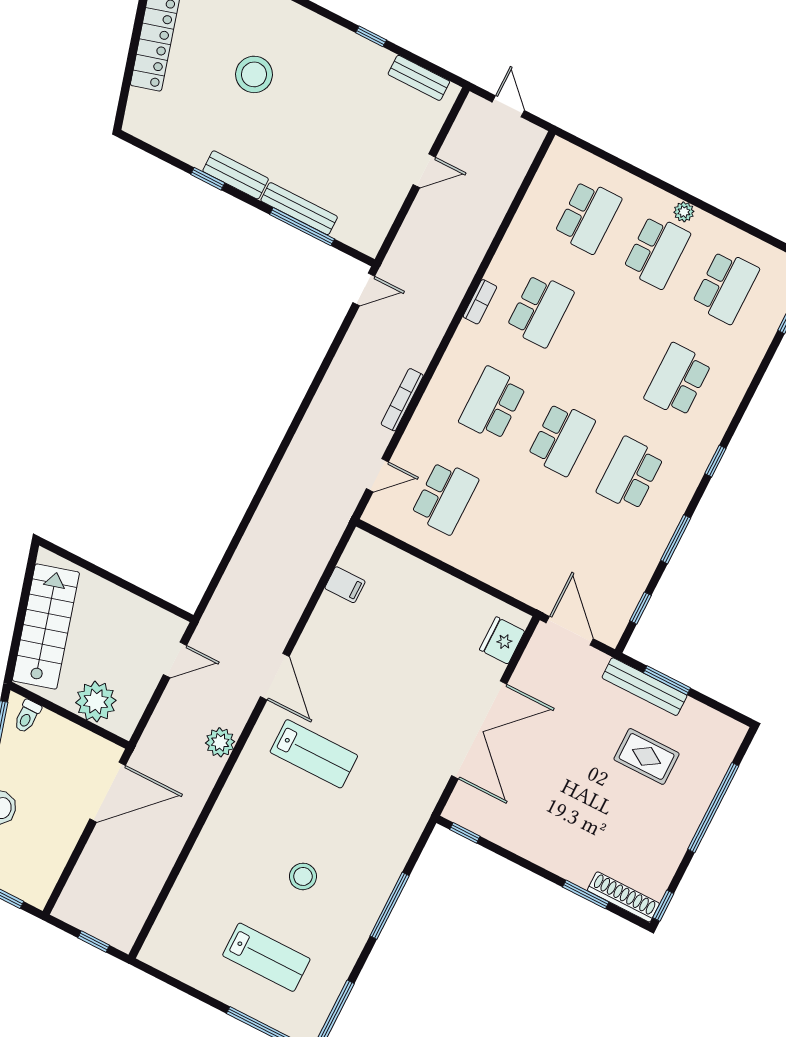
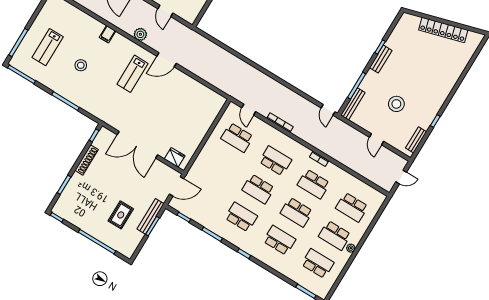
stool: (254, 74) -> (396, 104), moved
bench: (299, 209) -> (353, 104), moved
school desk: (726, 287) -> (318, 263), turned 180
school desk: (609, 345) -> (297, 212), added
filing cabinet: (345, 585) -> (108, 34), moved
door: (175, 660) -> (165, 11), moved
shoe rack: (623, 897) -> (87, 160), moved

